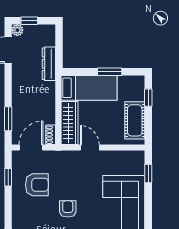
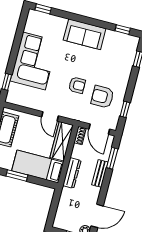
dresser: (49, 64) -> (72, 173), moved
bench: (17, 98) -> (100, 173), added
door: (31, 148) -> (99, 129), hinge flipped
armchair: (68, 209) -> (77, 85), moved, turned -90

